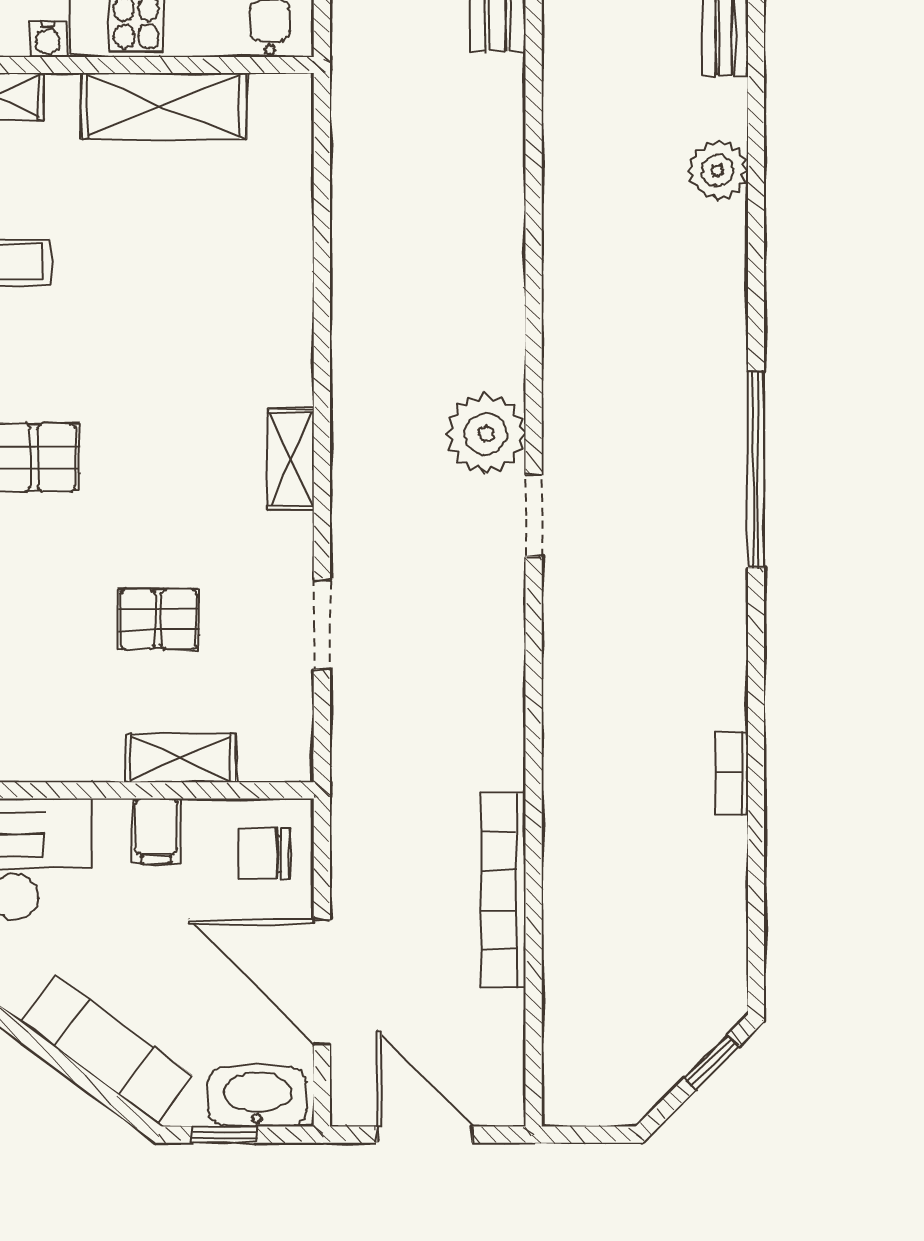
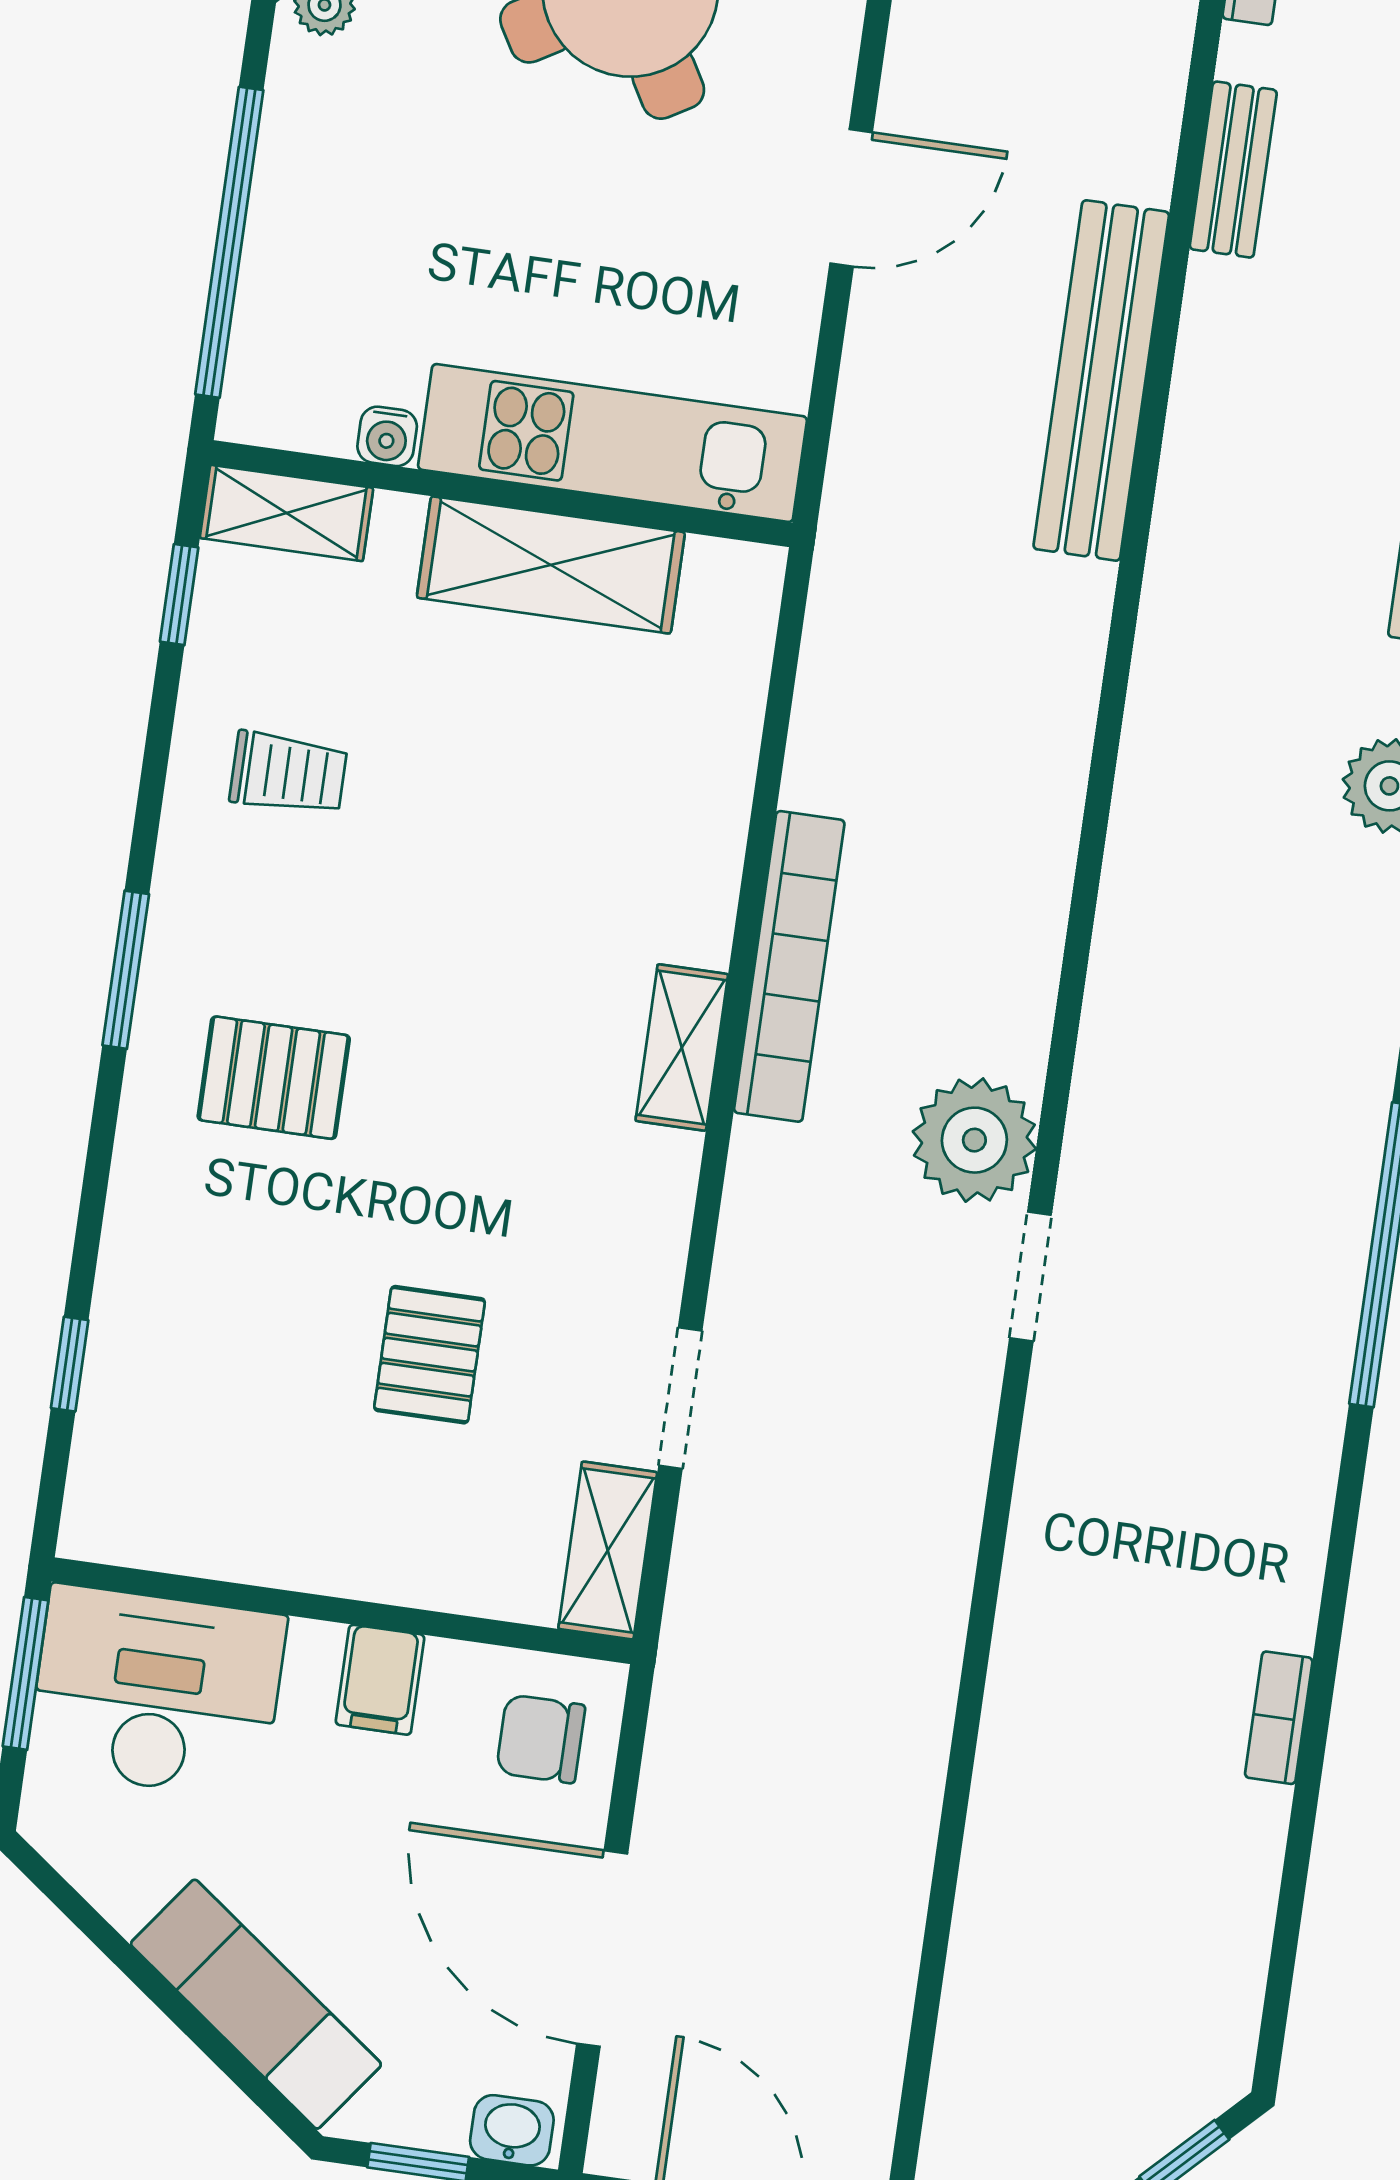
shelving: (291, 459) -> (682, 1047), moved
pallet: (158, 620) -> (430, 1355), turned 90
shelving: (181, 758) -> (608, 1550), moved, turned 90
bookcase: (503, 891) -> (789, 966), moved, turned 180
washbasin: (257, 1096) -> (512, 2130), width x0.52, depth x0.69

